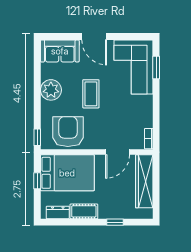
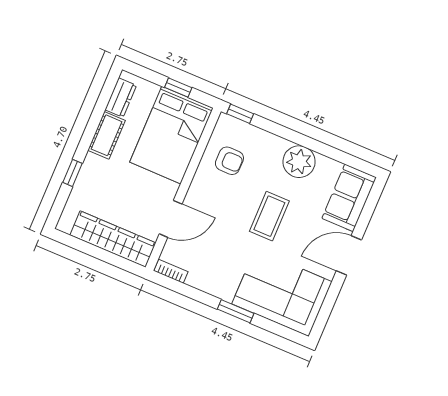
window: (156, 67) -> (236, 311), moved
coffee table: (91, 94) -> (269, 216), turned 90
armchair: (68, 132) -> (229, 161), width x0.53, depth x0.53
door: (118, 152) -> (171, 219), swing flipped

